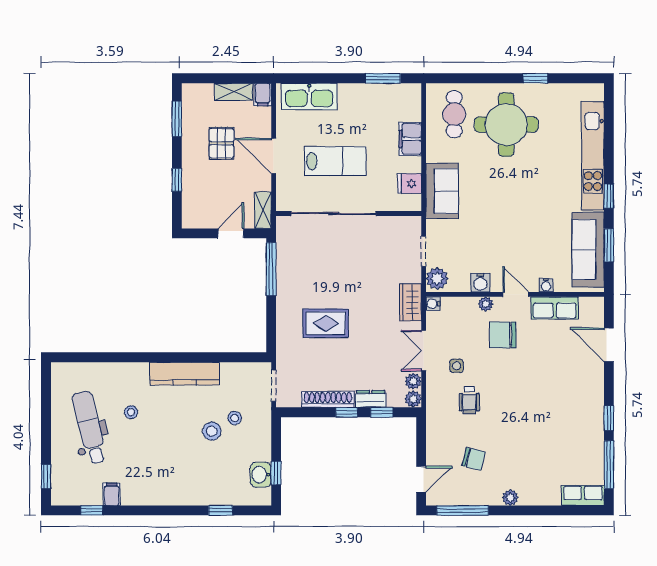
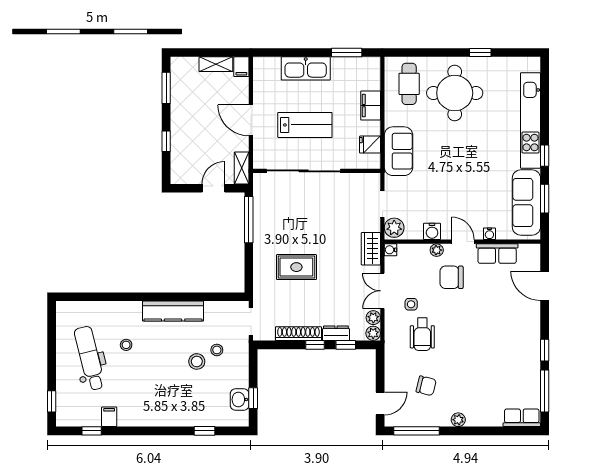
kitchen sink: (309, 96) -> (306, 68), moved
pallet: (222, 143) -> (205, 109), removed
wheelchair: (469, 400) -> (422, 334), width x1.36, depth x1.37

